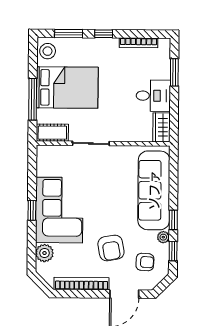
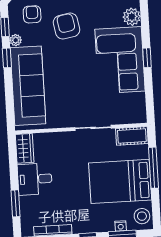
nightstand: (70, 43) -> (121, 226), added
armchair: (145, 262) -> (32, 14), turned 87

